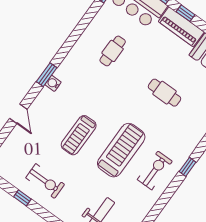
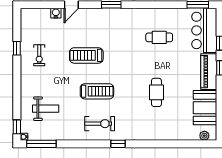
water cooler: (53, 83) -> (56, 13), moved
treadmill: (121, 150) -> (97, 91), width x0.73, depth x0.73
exercise bike: (45, 181) -> (39, 55), width x0.73, depth x0.72

